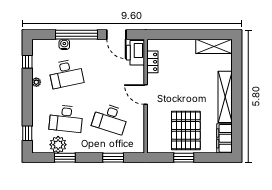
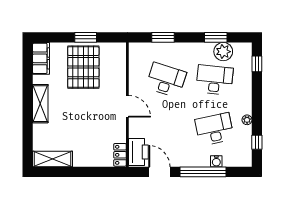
locker: (152, 62) -> (120, 155), moved
shelving: (225, 97) -> (40, 104), width x0.68

